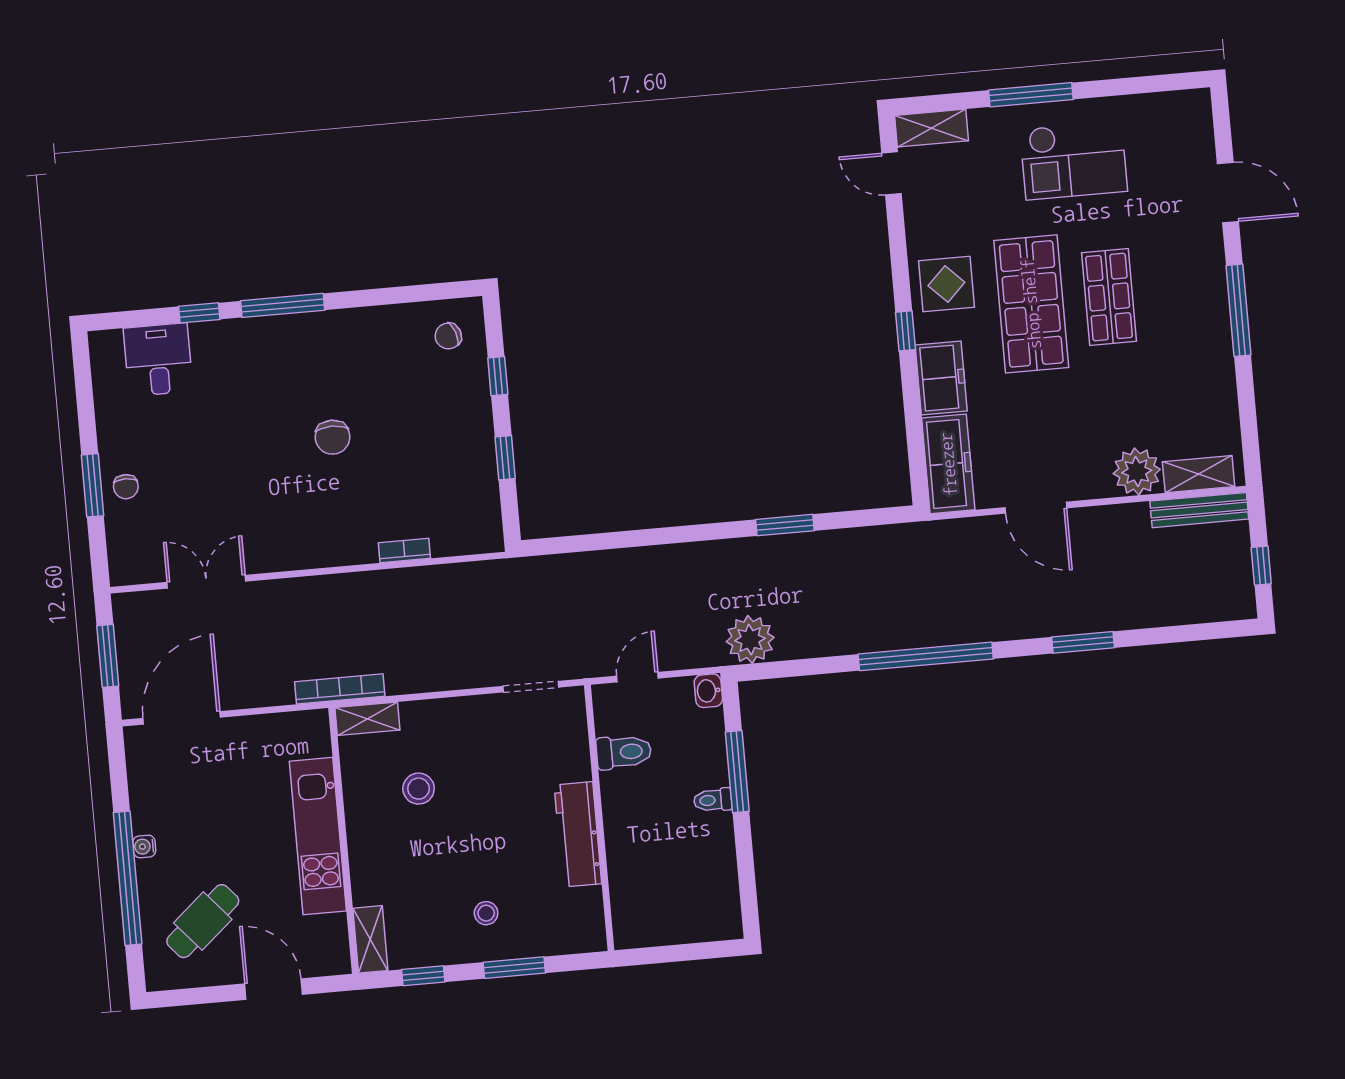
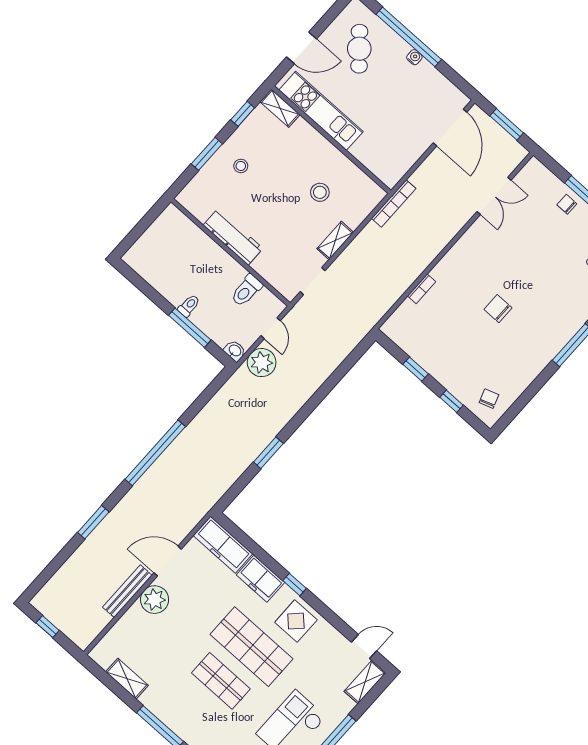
plant: (1137, 471) -> (155, 600), moved
shelving: (1199, 474) -> (127, 679), moved, turned 90
bench: (1199, 510) -> (127, 591), moved
plant: (750, 639) -> (262, 363), moved
shelving: (367, 719) -> (335, 240), moved
kitchen unit: (318, 836) -> (321, 111), moved

